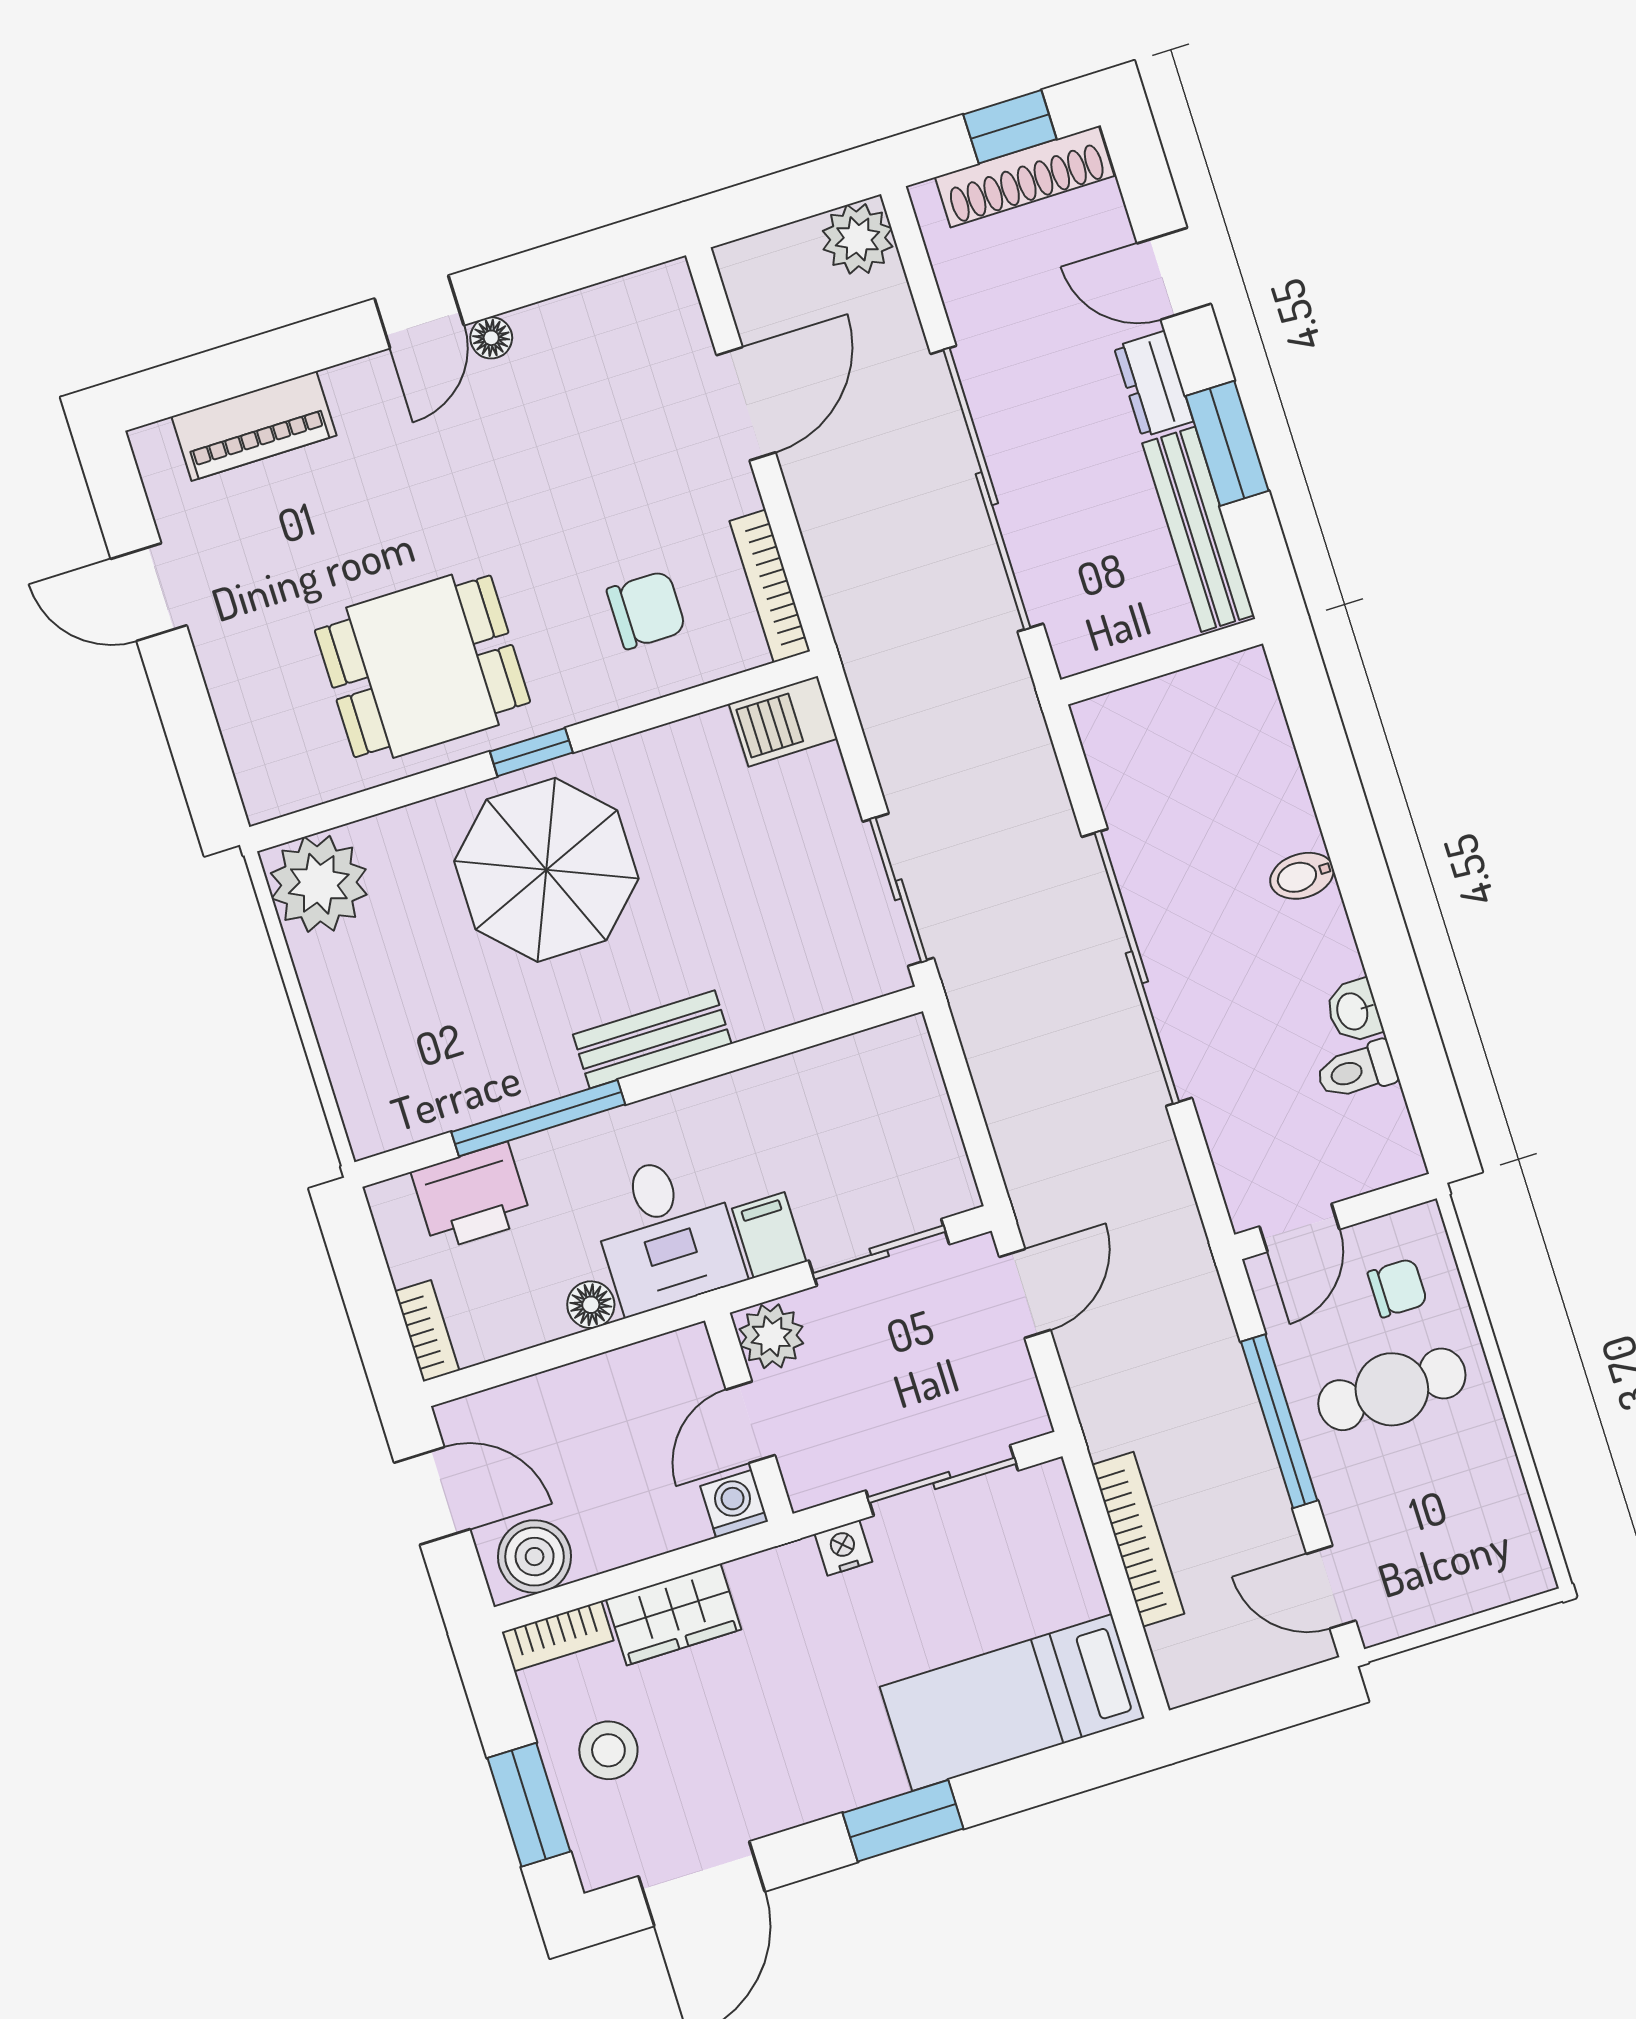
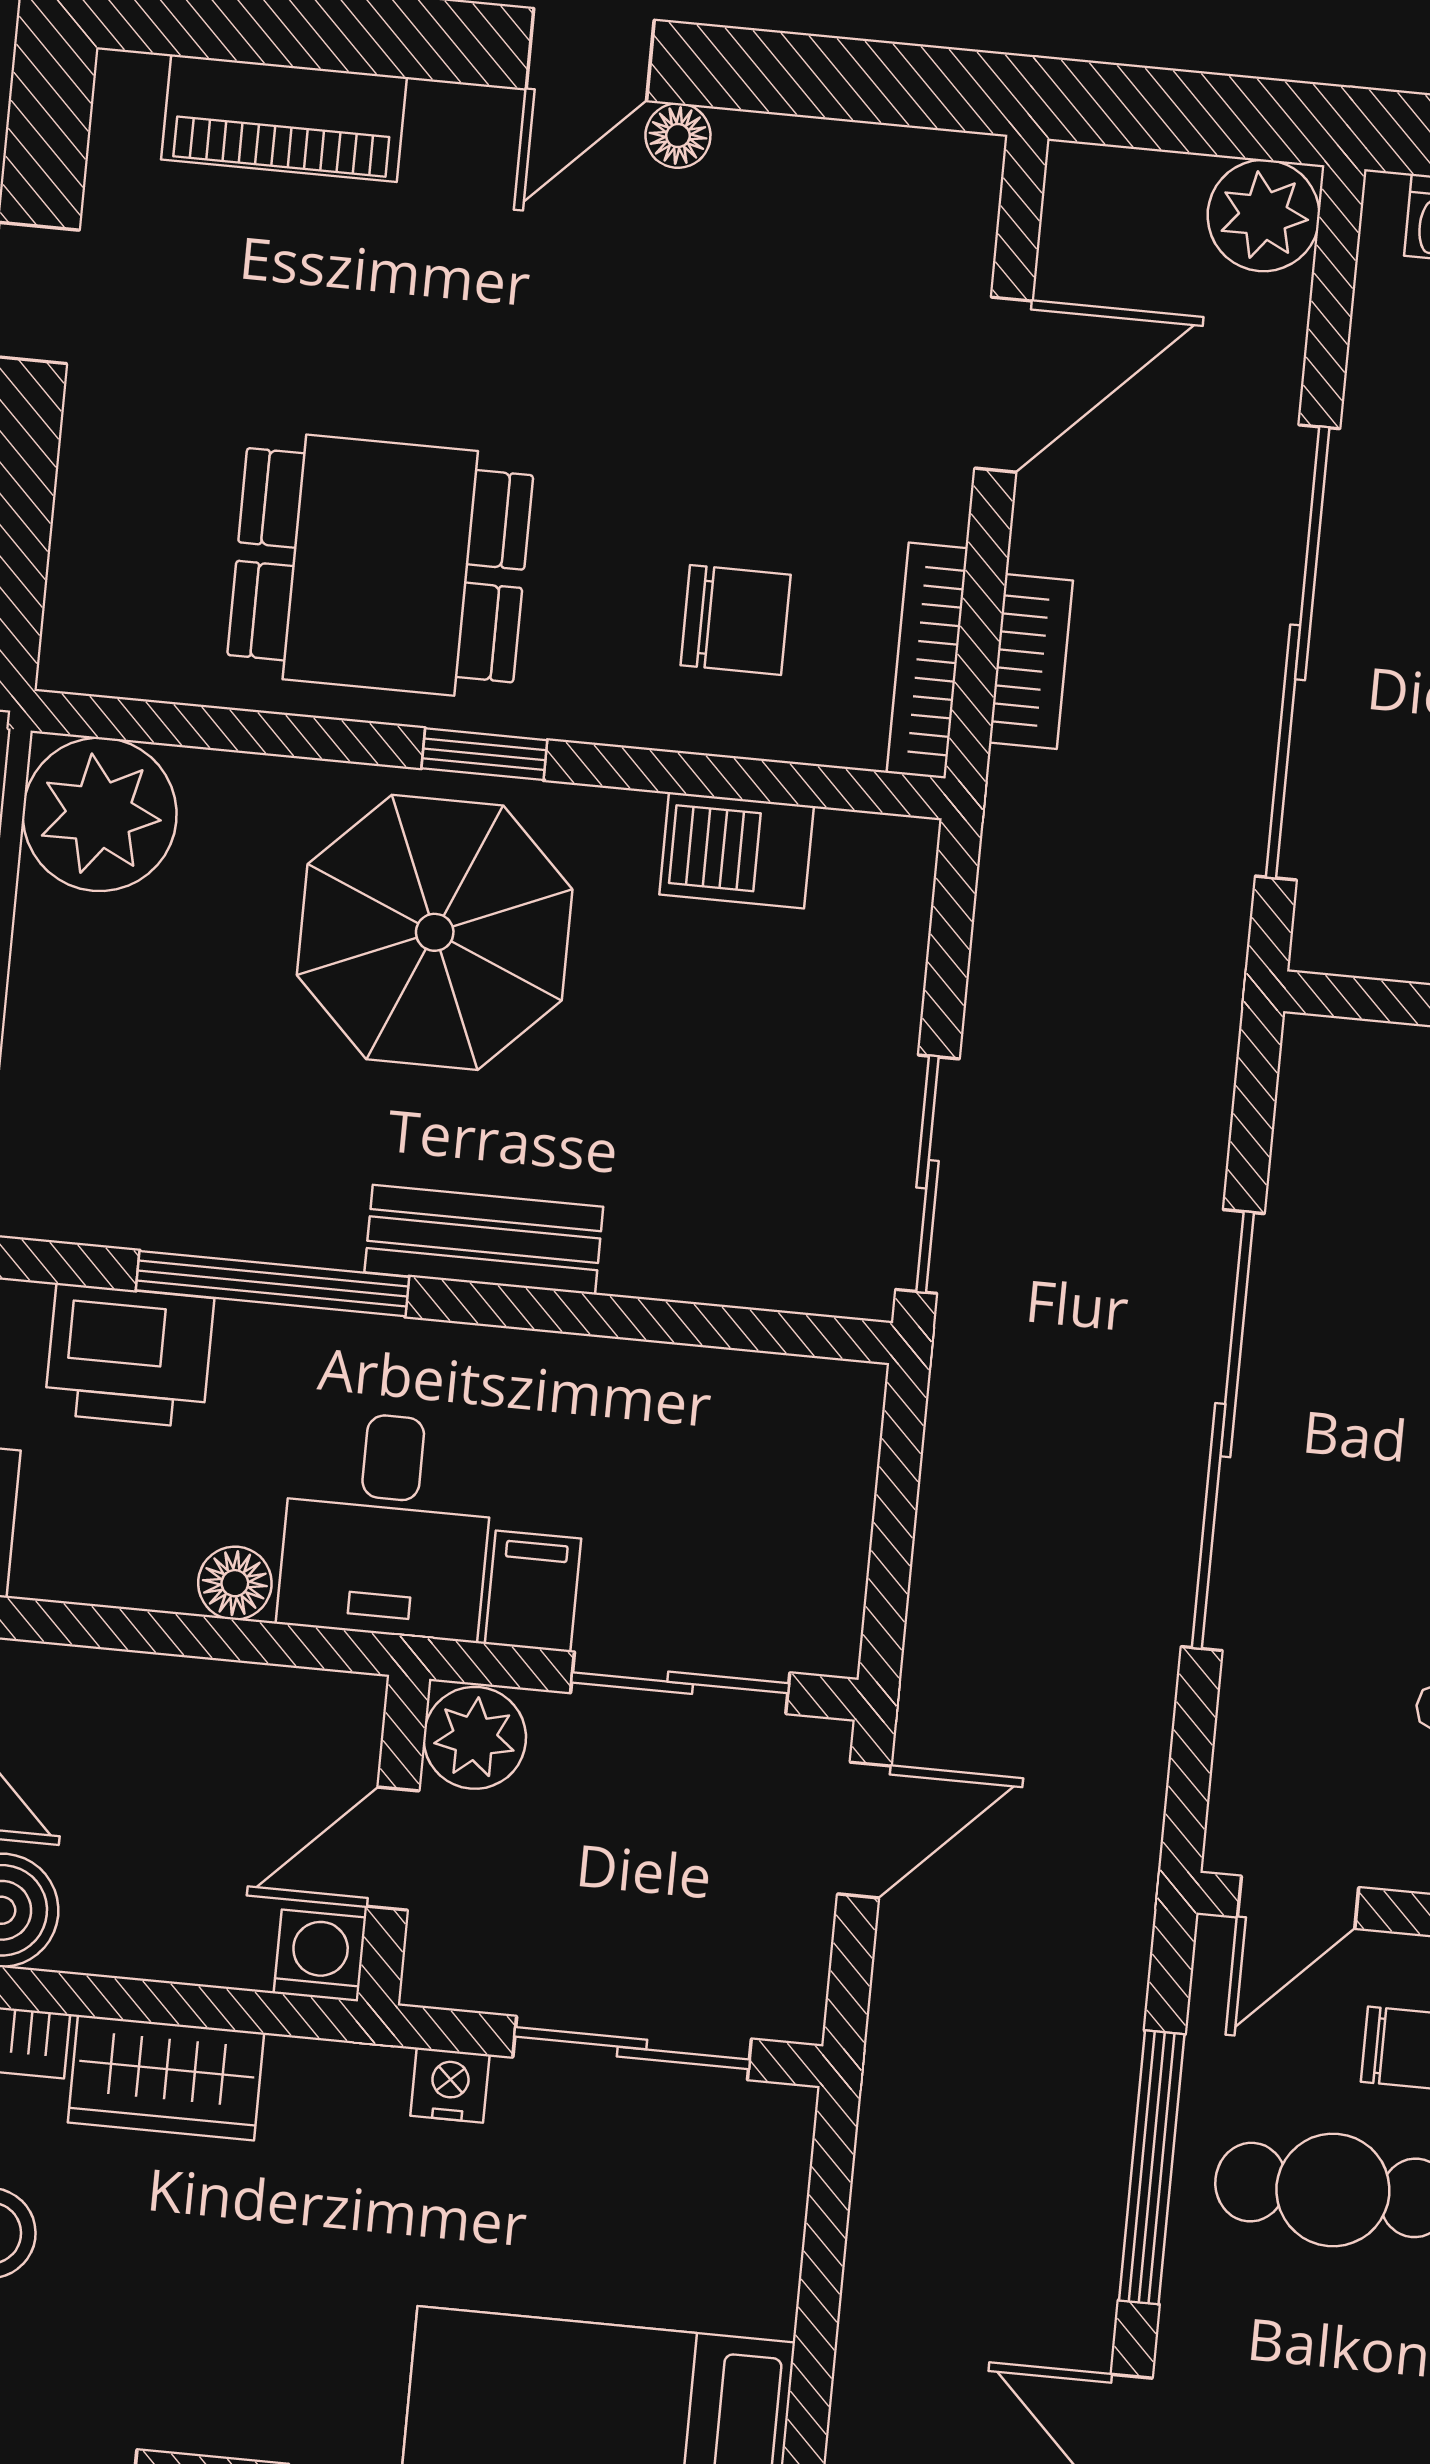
barbecue: (783, 721) -> (737, 850), moved
bookcase: (1138, 1539) -> (1031, 661), moved, width x0.64

